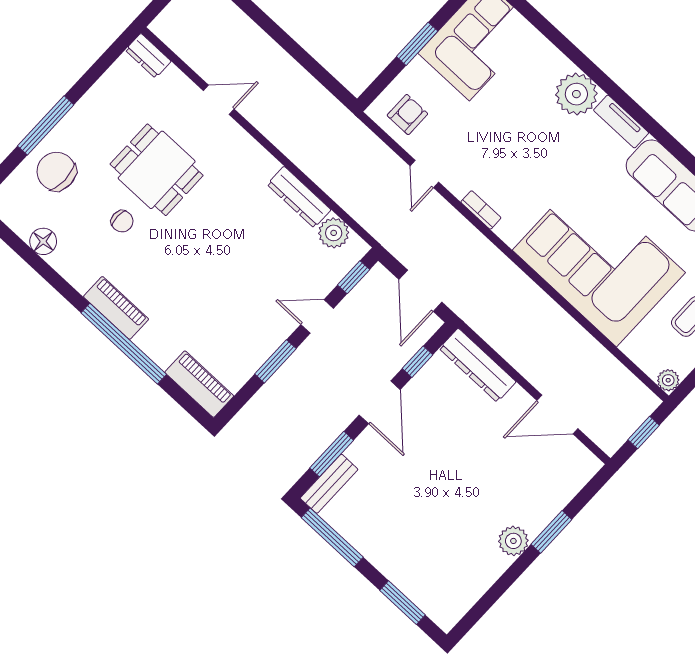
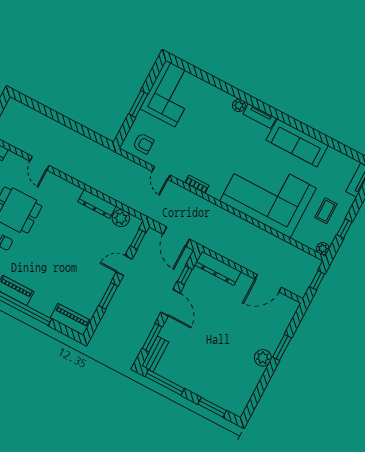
plant: (576, 94) -> (239, 105), width x0.53, depth x0.53
door: (219, 100) -> (40, 163), swing flipped
armchair: (407, 115) -> (143, 144), turned 90

